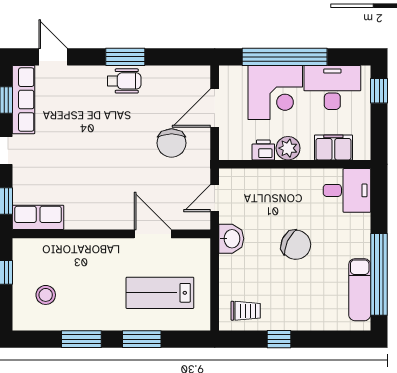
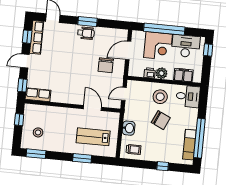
stool: (290, 197) -> (160, 97), added
washbasin: (231, 239) -> (129, 128), moved
window: (81, 339) -> (36, 154), moved
window: (279, 339) -> (163, 166), moved

